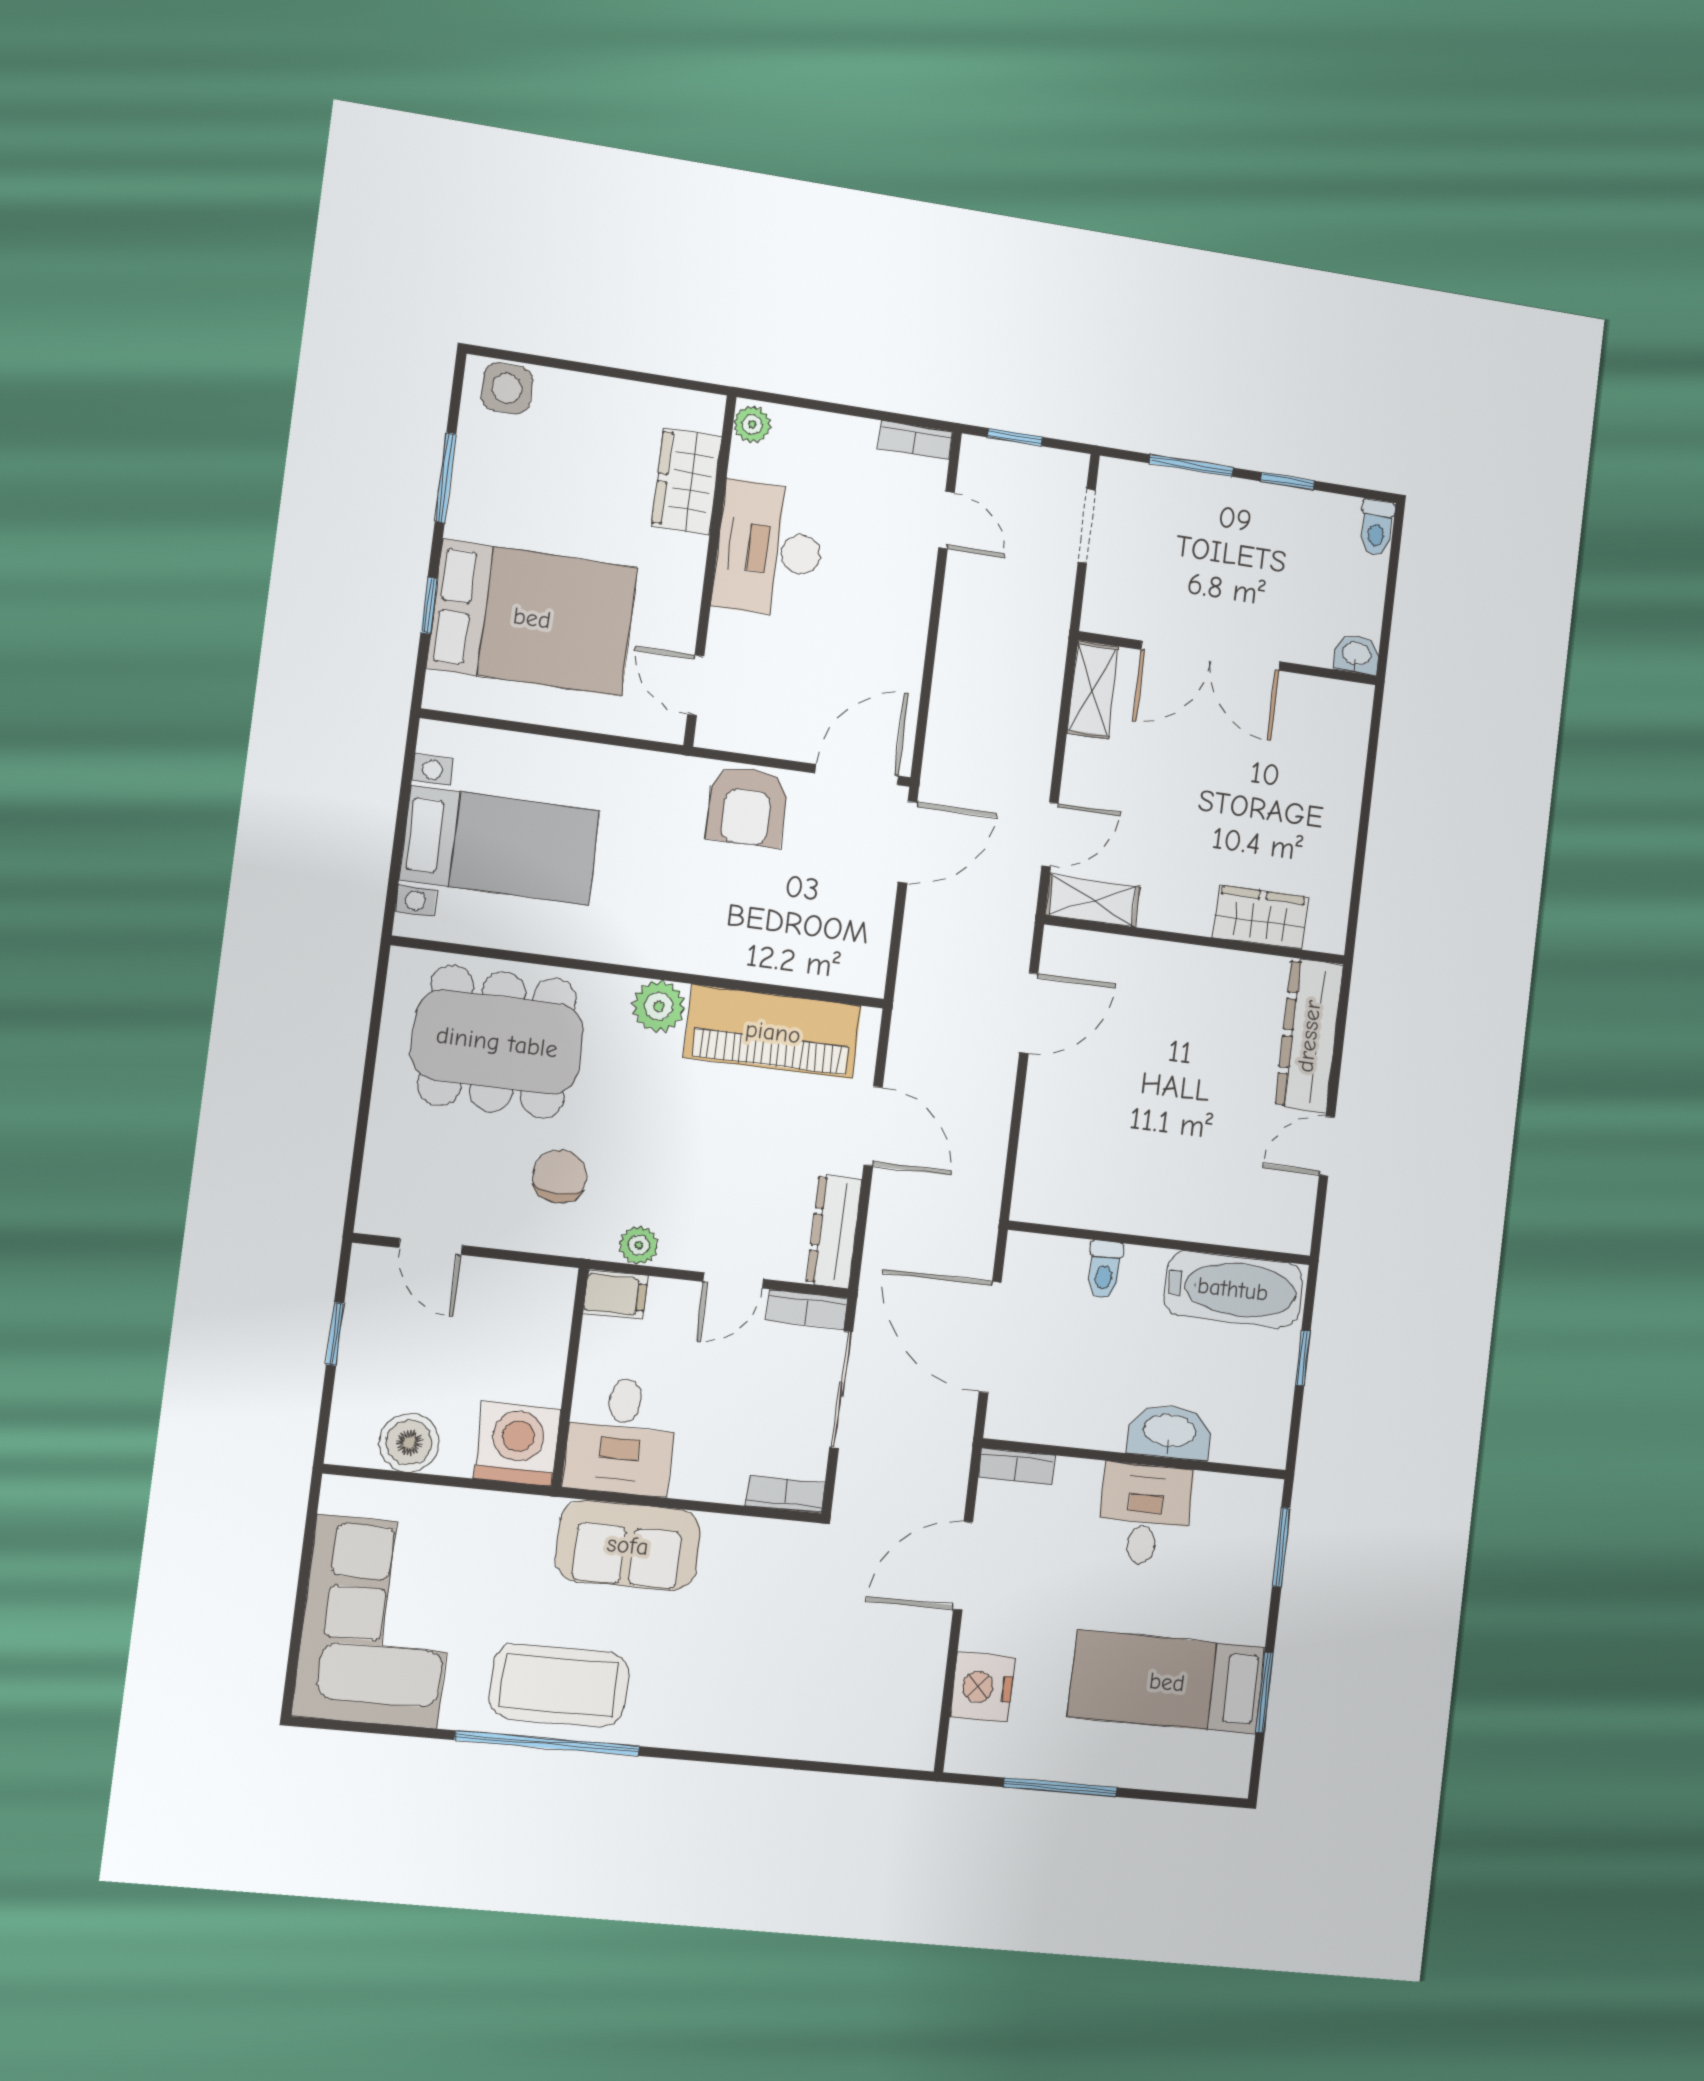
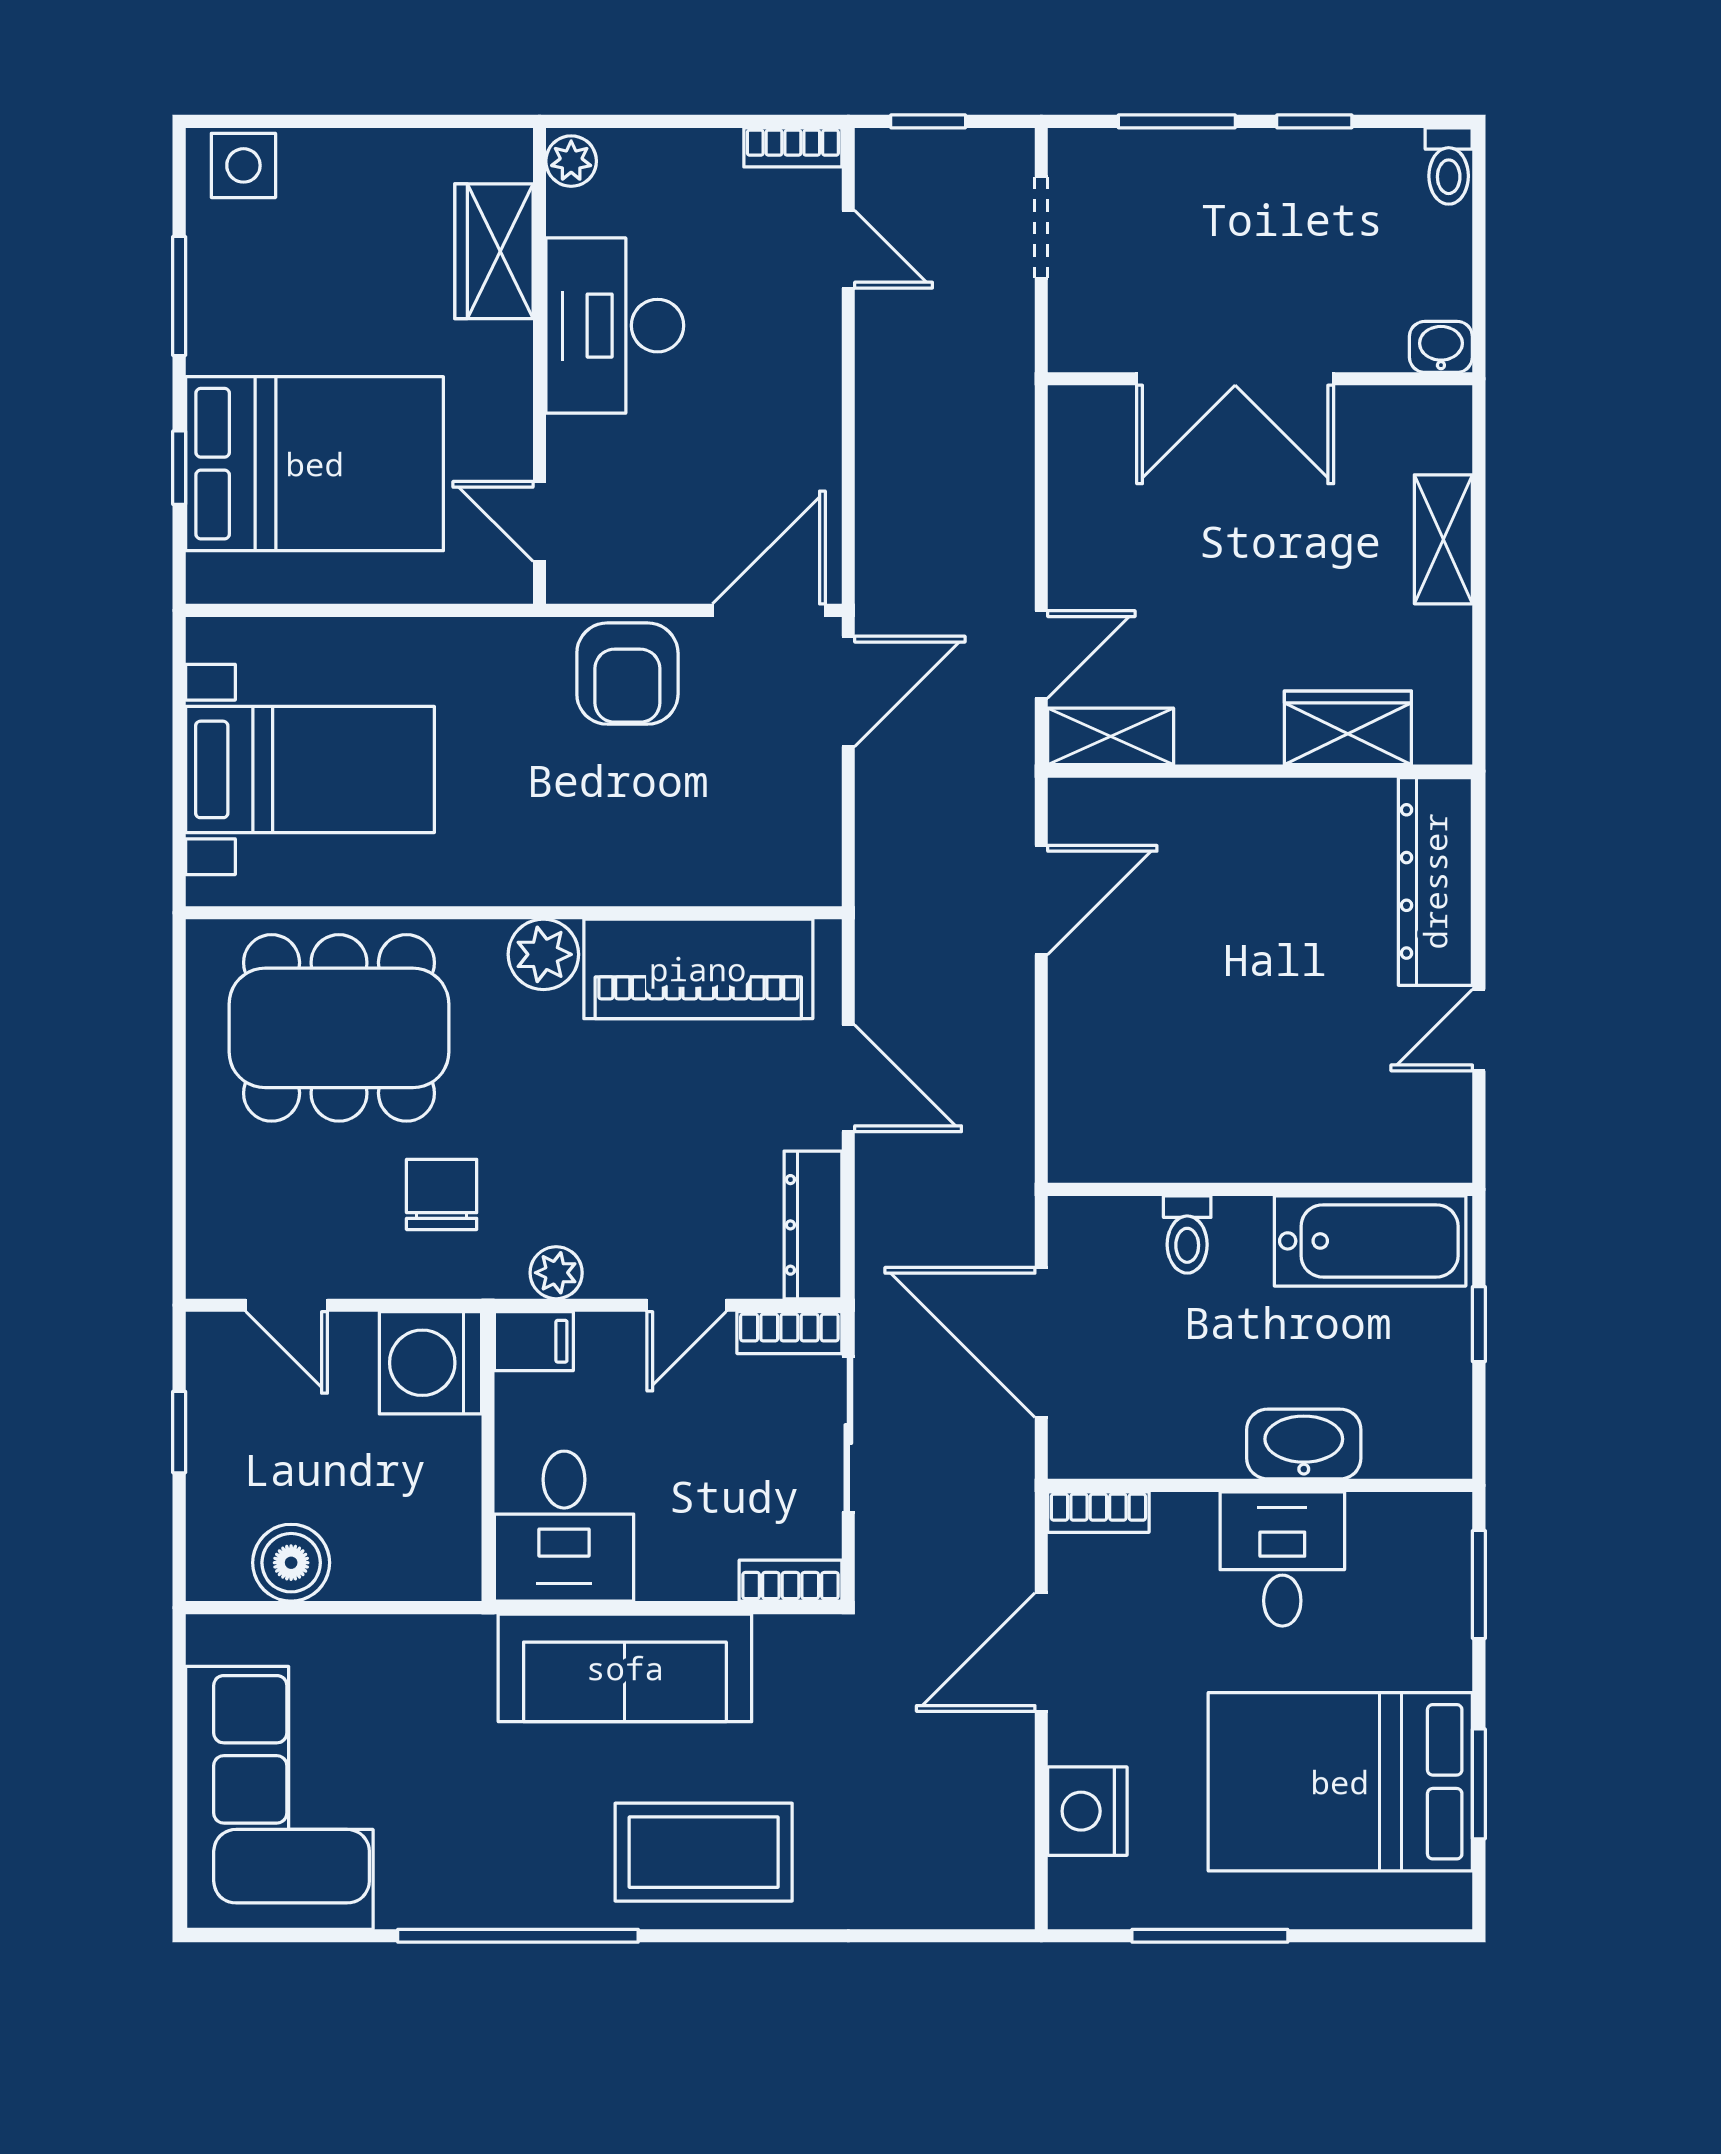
shelving: (1093, 690) -> (1443, 539), moved
washing machine: (517, 1444) -> (430, 1363), moved, turned -90
sofa: (628, 1545) -> (625, 1668), width x1.36
bed: (1167, 1682) -> (1340, 1782), width x1.50
coffee table: (559, 1685) -> (704, 1852), moved

